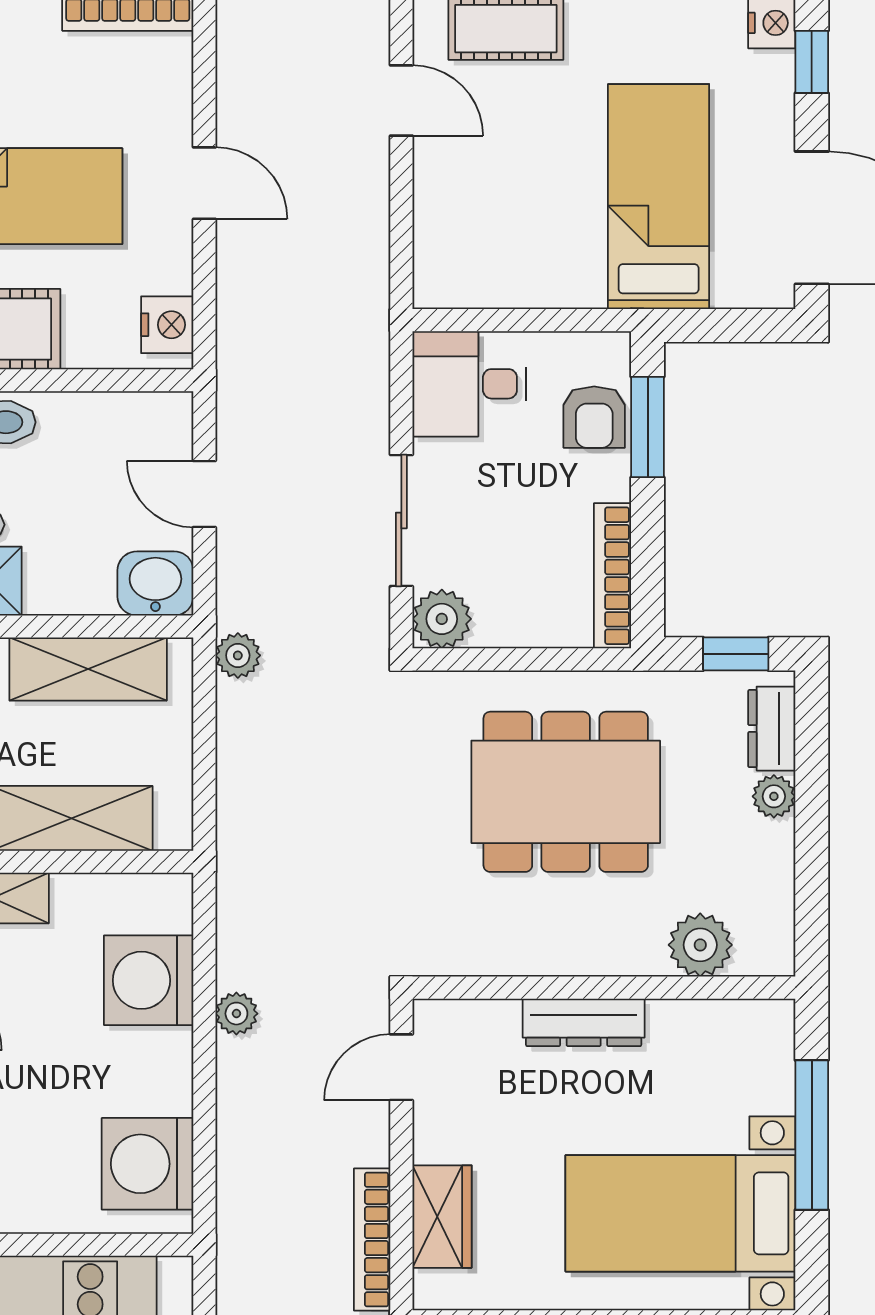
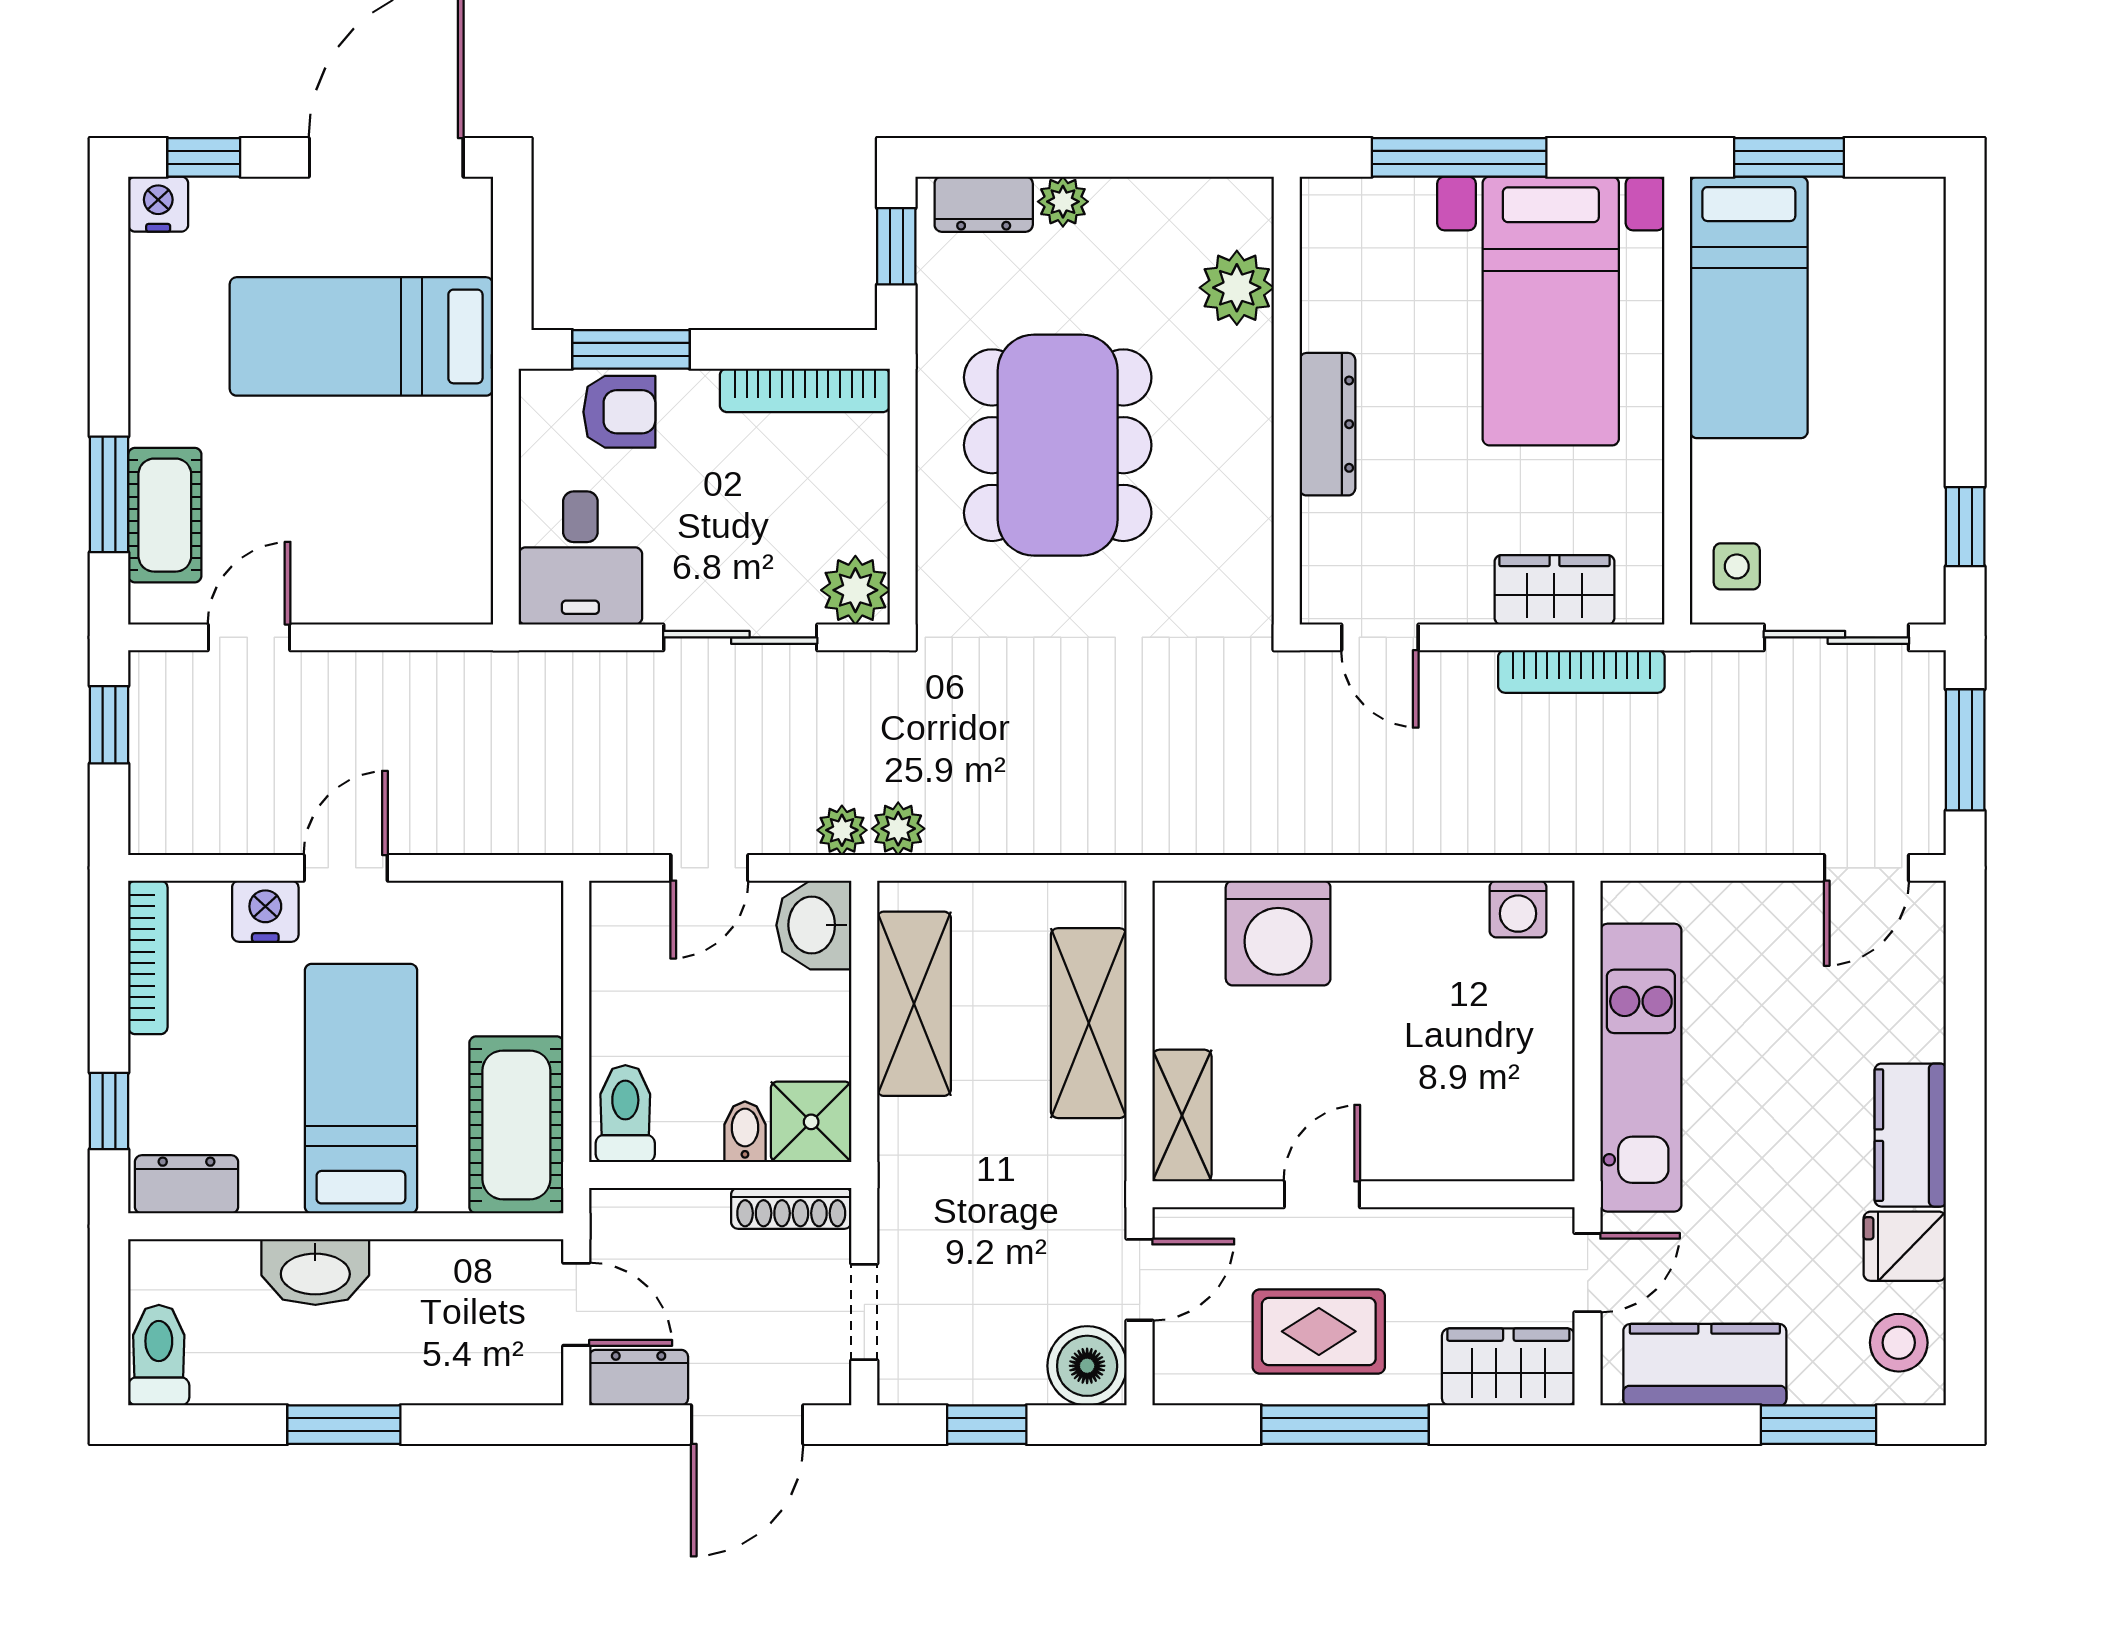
nightstand: (167, 325) -> (265, 911), moved
plant: (236, 1014) -> (842, 830), moved
washing machine: (148, 1164) -> (1518, 909), width x0.53, depth x0.53

